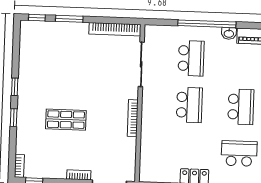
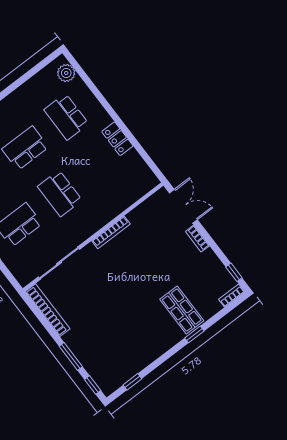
window: (15, 87) -> (132, 382), moved
school desk: (189, 105) -> (60, 193), turned -90
shop shelf: (66, 120) -> (182, 310), moved

